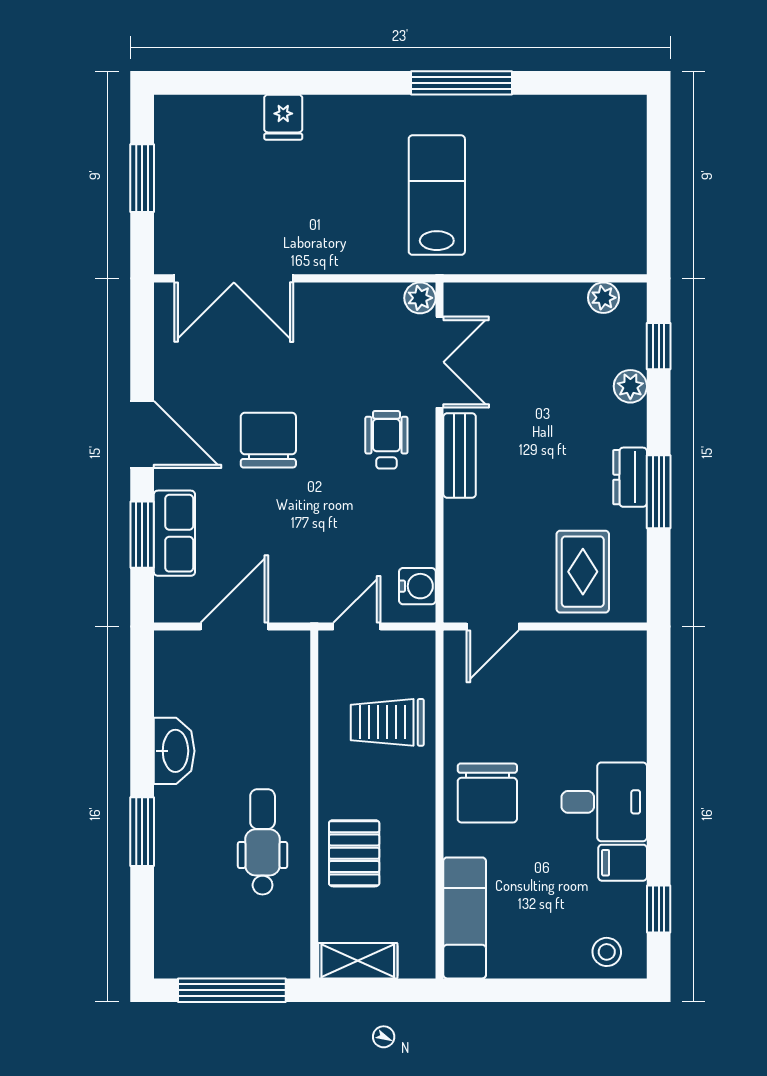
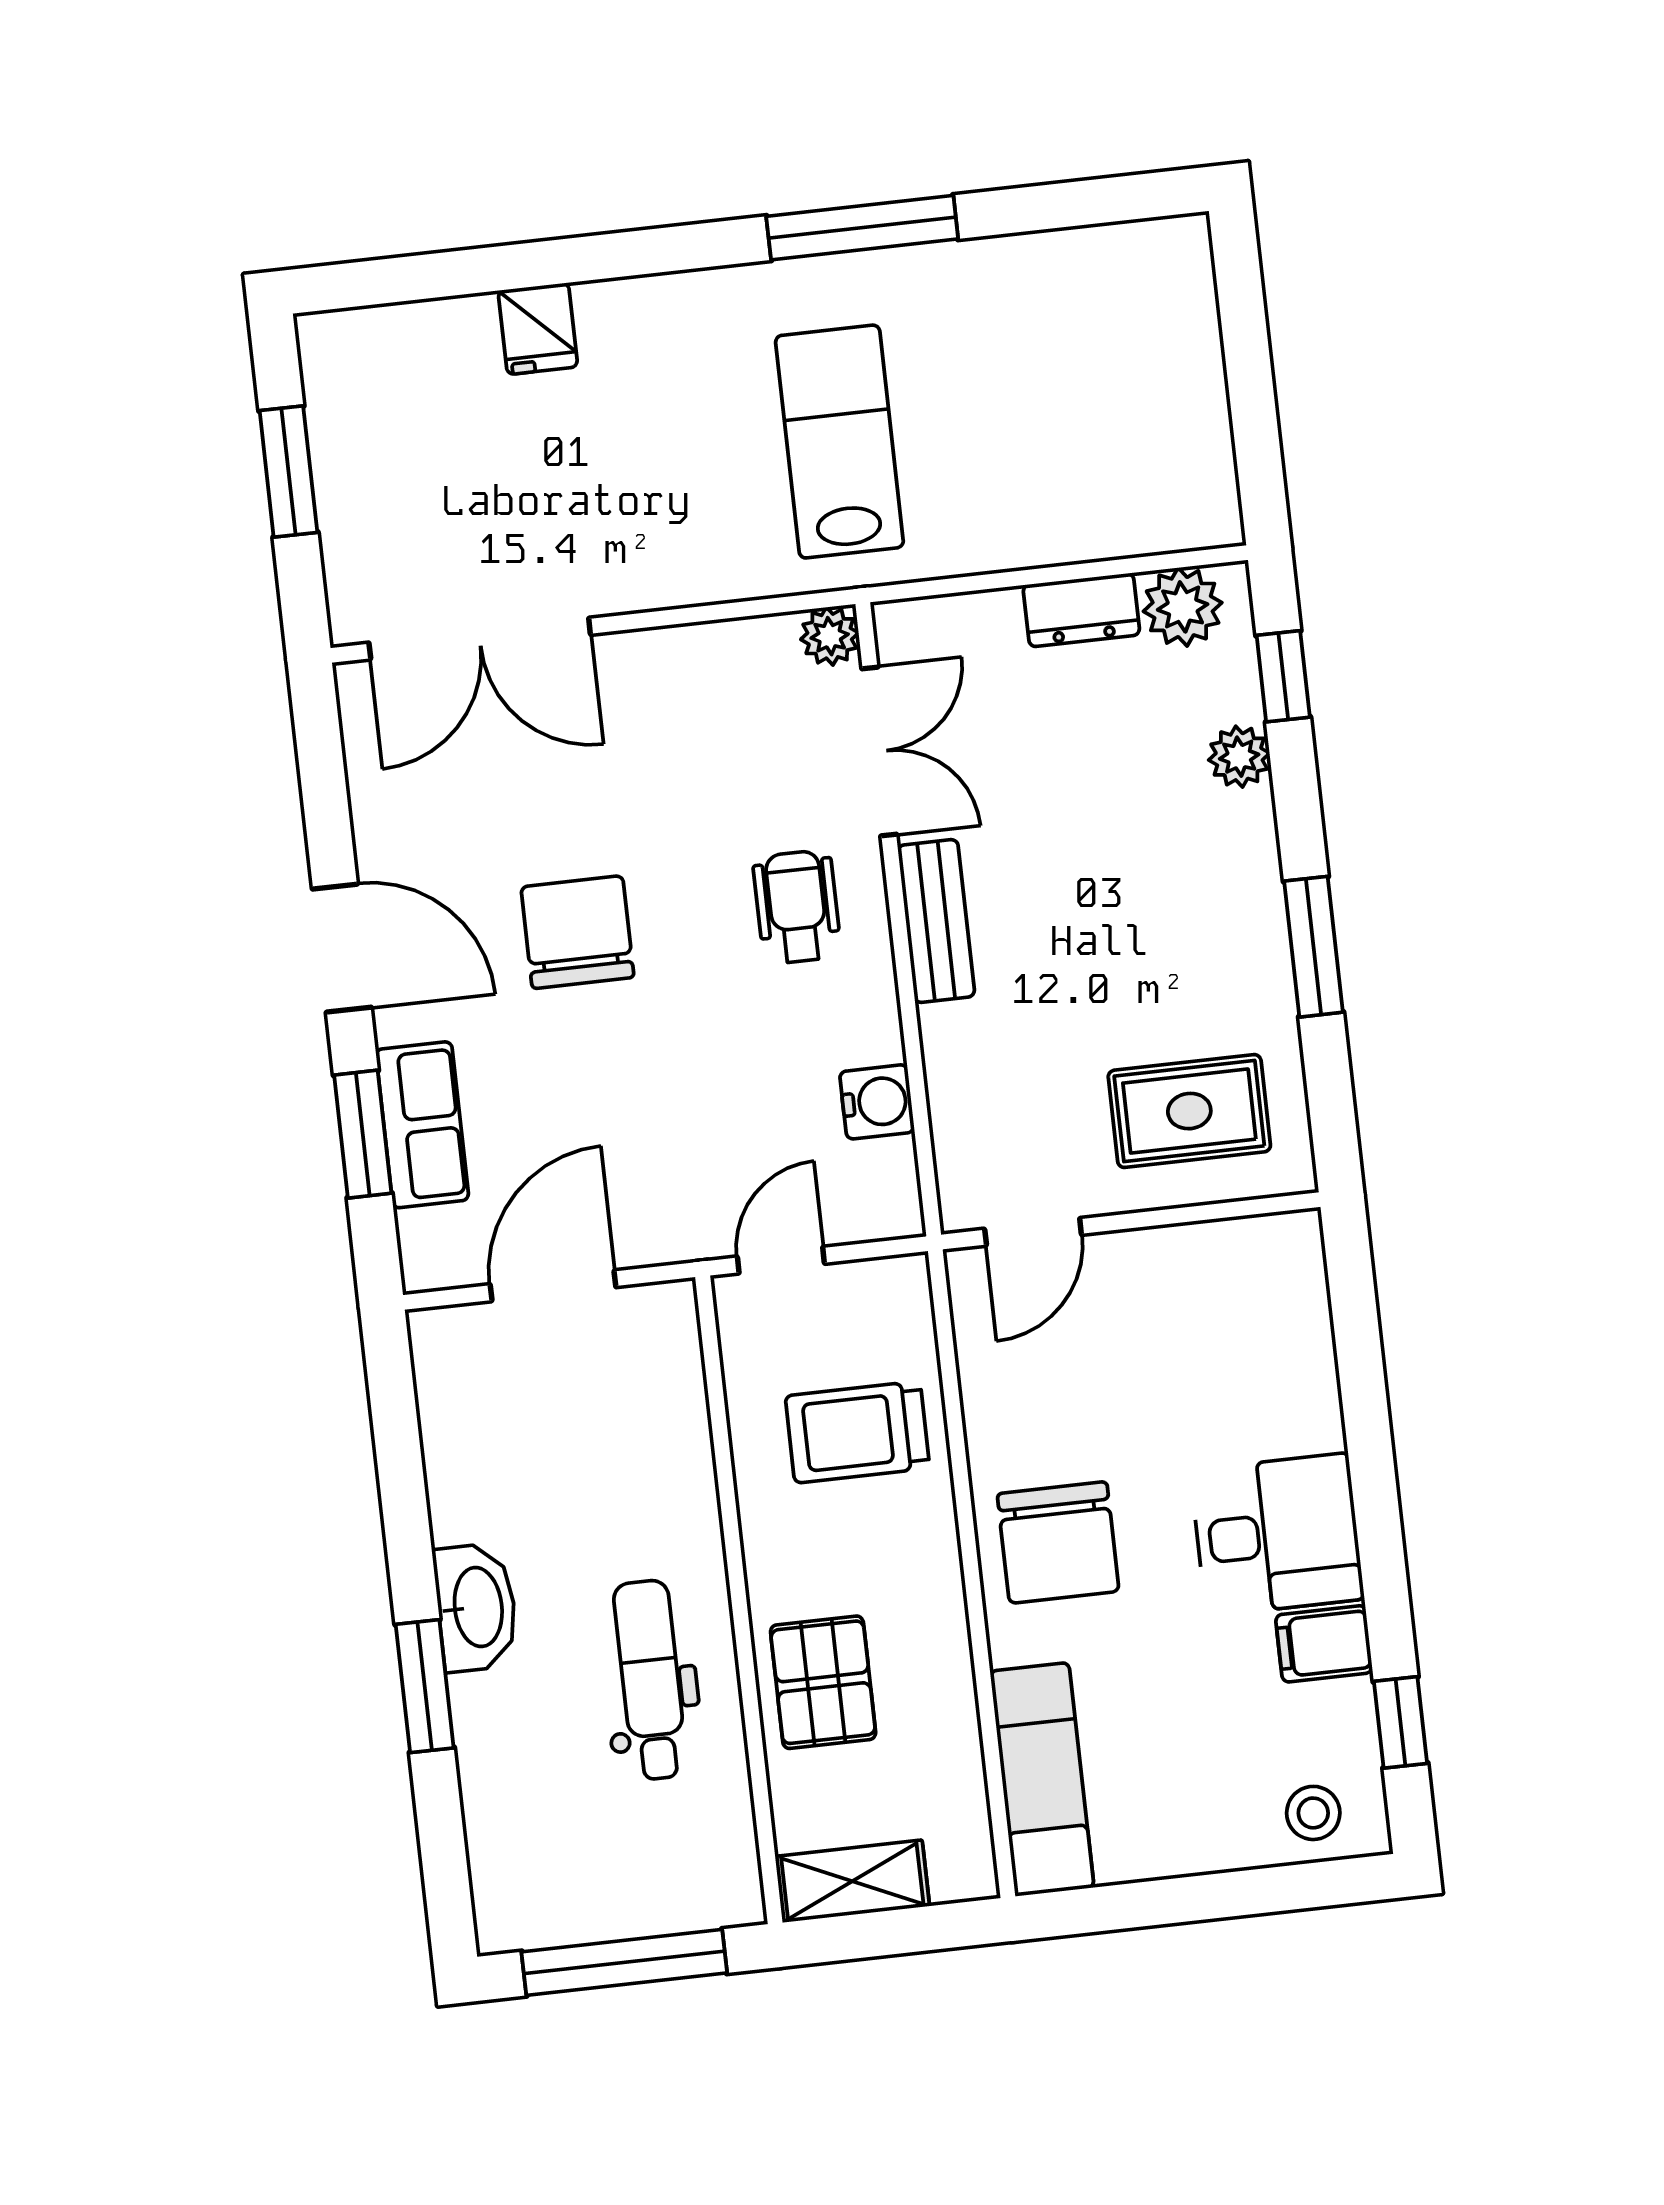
plant: (603, 298) -> (1183, 607), width x1.38, depth x1.38
dresser: (630, 477) -> (1081, 610), moved, turned -90
rug: (583, 572) -> (1189, 1111), turned 90
water cooler: (417, 586) -> (877, 1102), moved
washbasin: (174, 751) -> (476, 1607), moved

